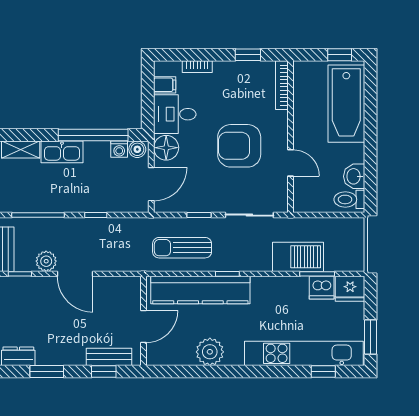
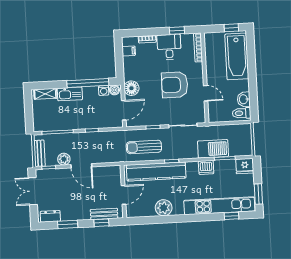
desk: (175, 114) -> (169, 47), moved, turned 90
dishwasher: (322, 288) -> (206, 167), moved

